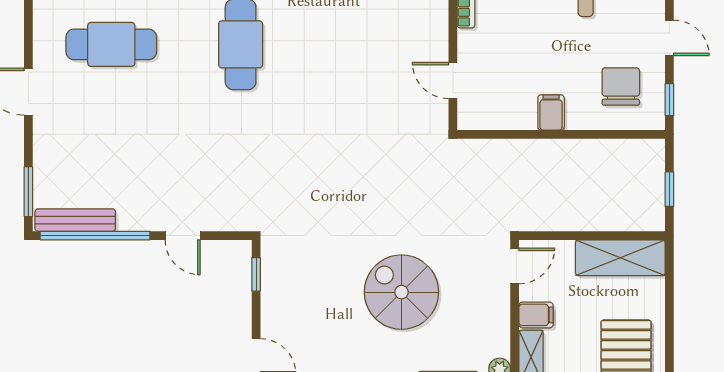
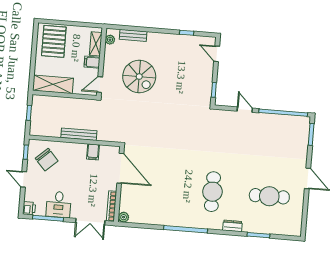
door: (453, 81) -> (120, 168), width x1.88
chair: (621, 87) -> (47, 160), turned -42
filing cabinet: (551, 112) -> (93, 152), moved
bench: (75, 220) -> (79, 134), moved
spiral stairs: (401, 292) -> (139, 77), moved

